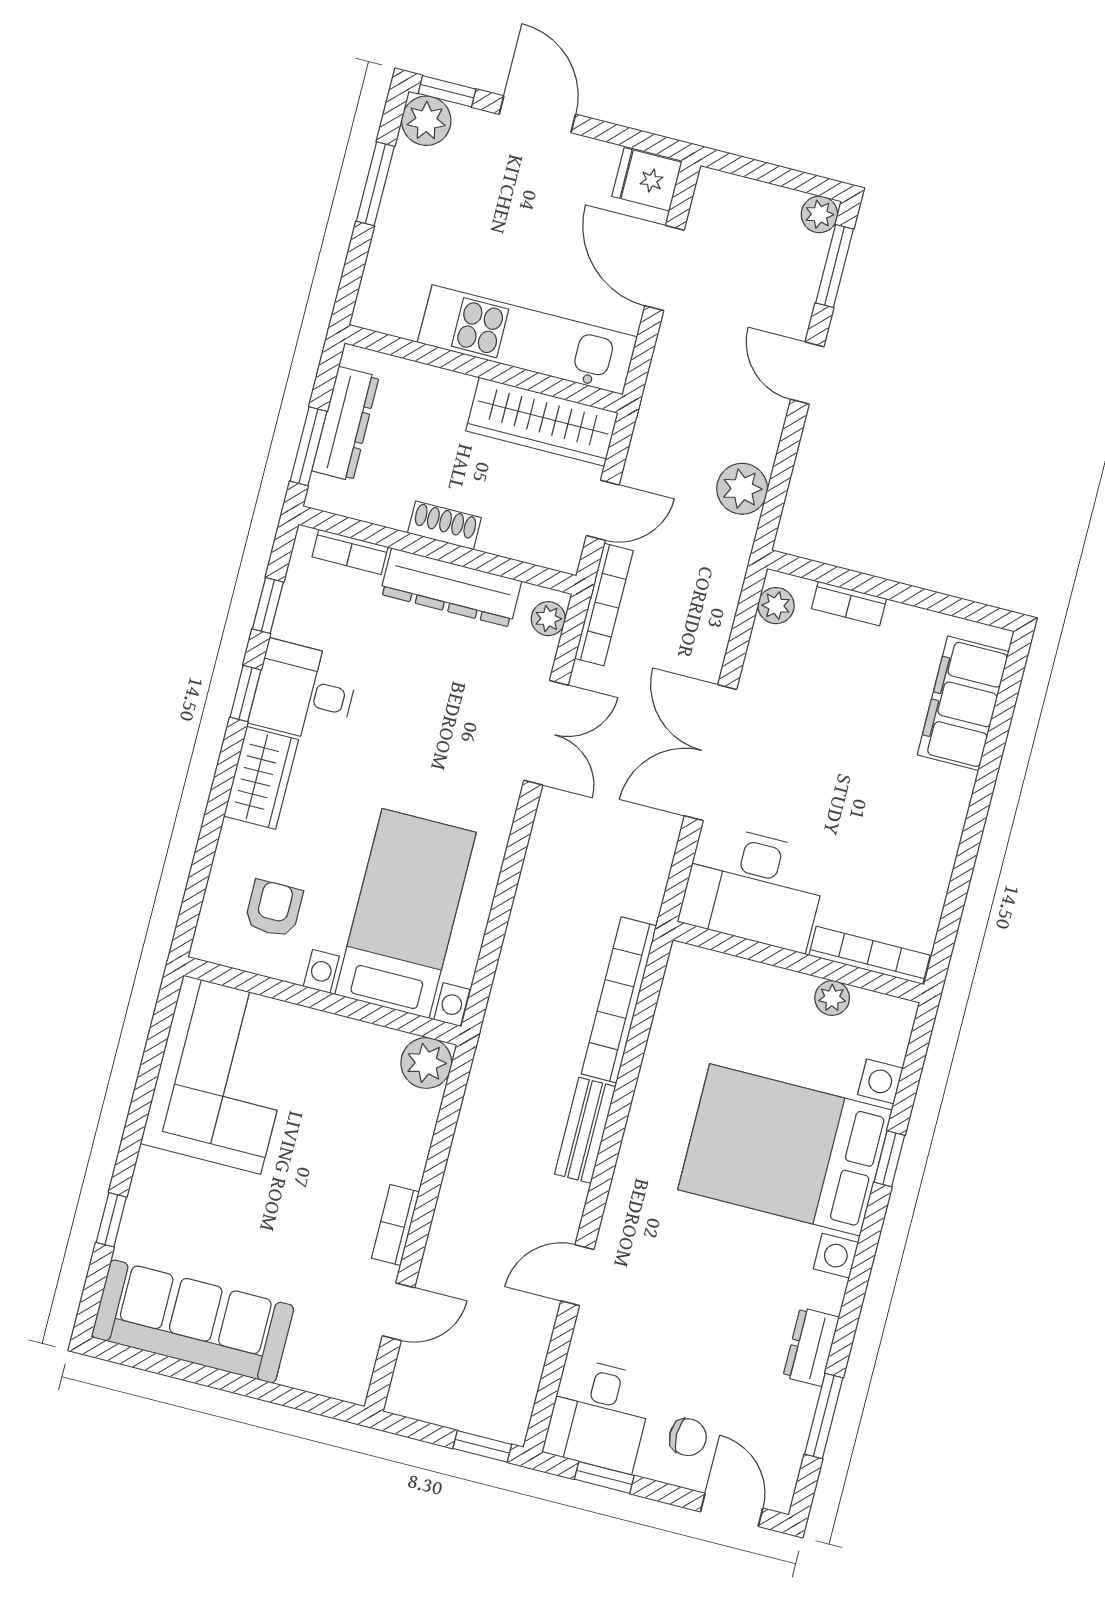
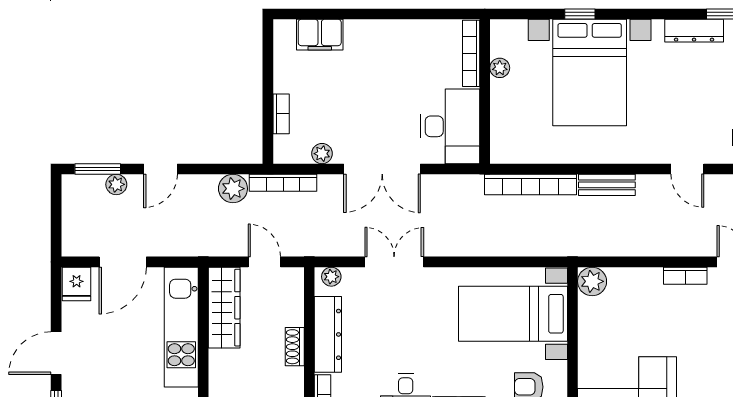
plant: (819, 214) -> (116, 184), moved
bookcase: (604, 604) -> (283, 183), moved, turned 180
plant: (776, 606) -> (322, 154), moved
filing cabinet: (963, 703) -> (320, 35), width x0.67, depth x0.86
dresser: (811, 1347) -> (694, 31), width x1.44

